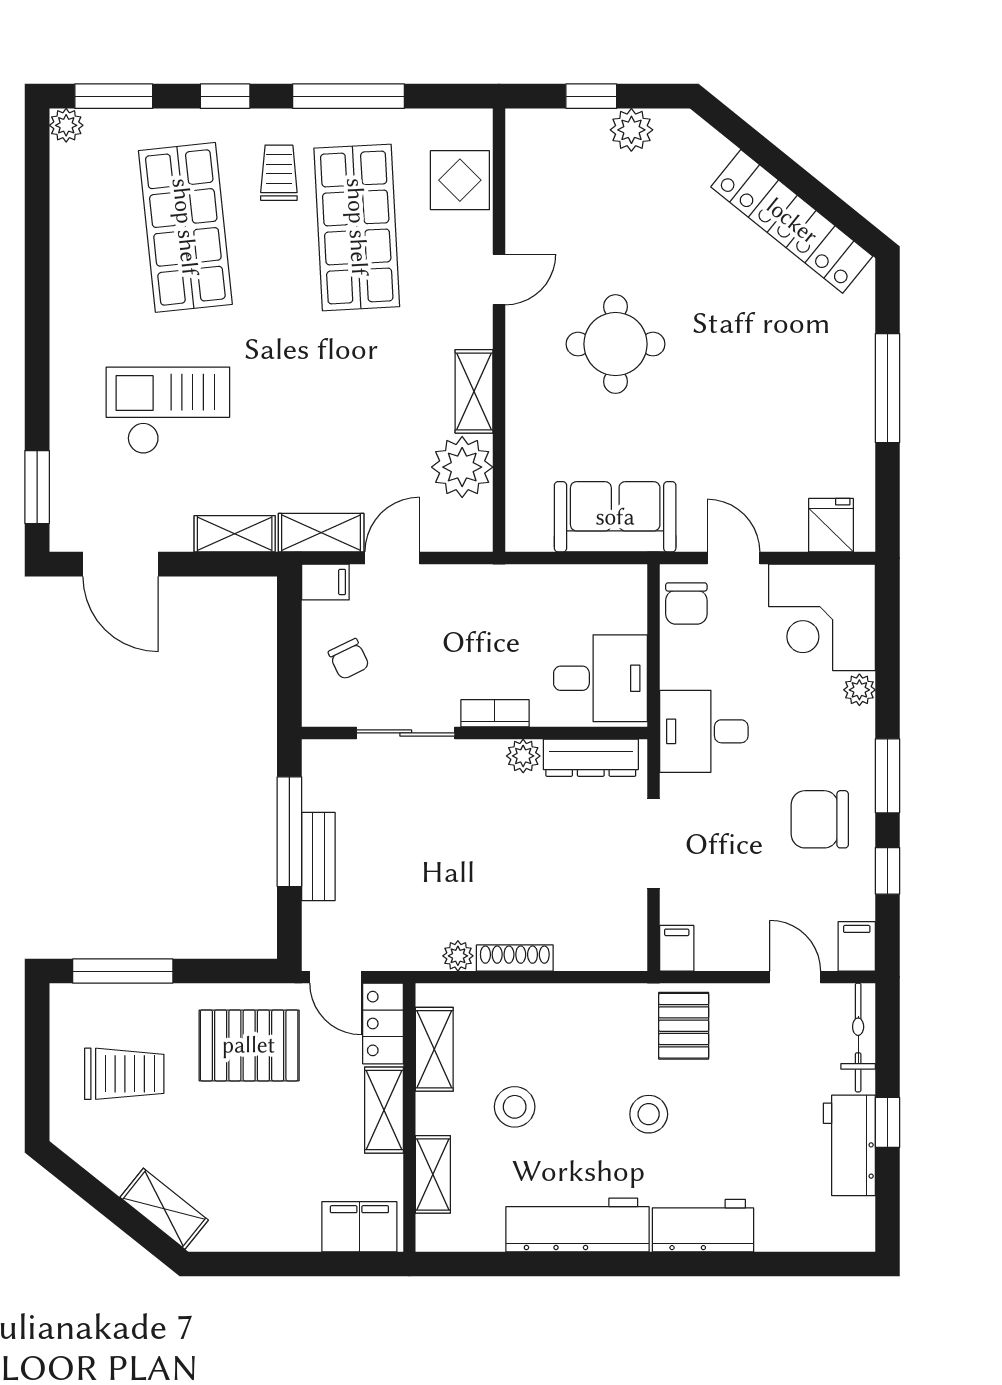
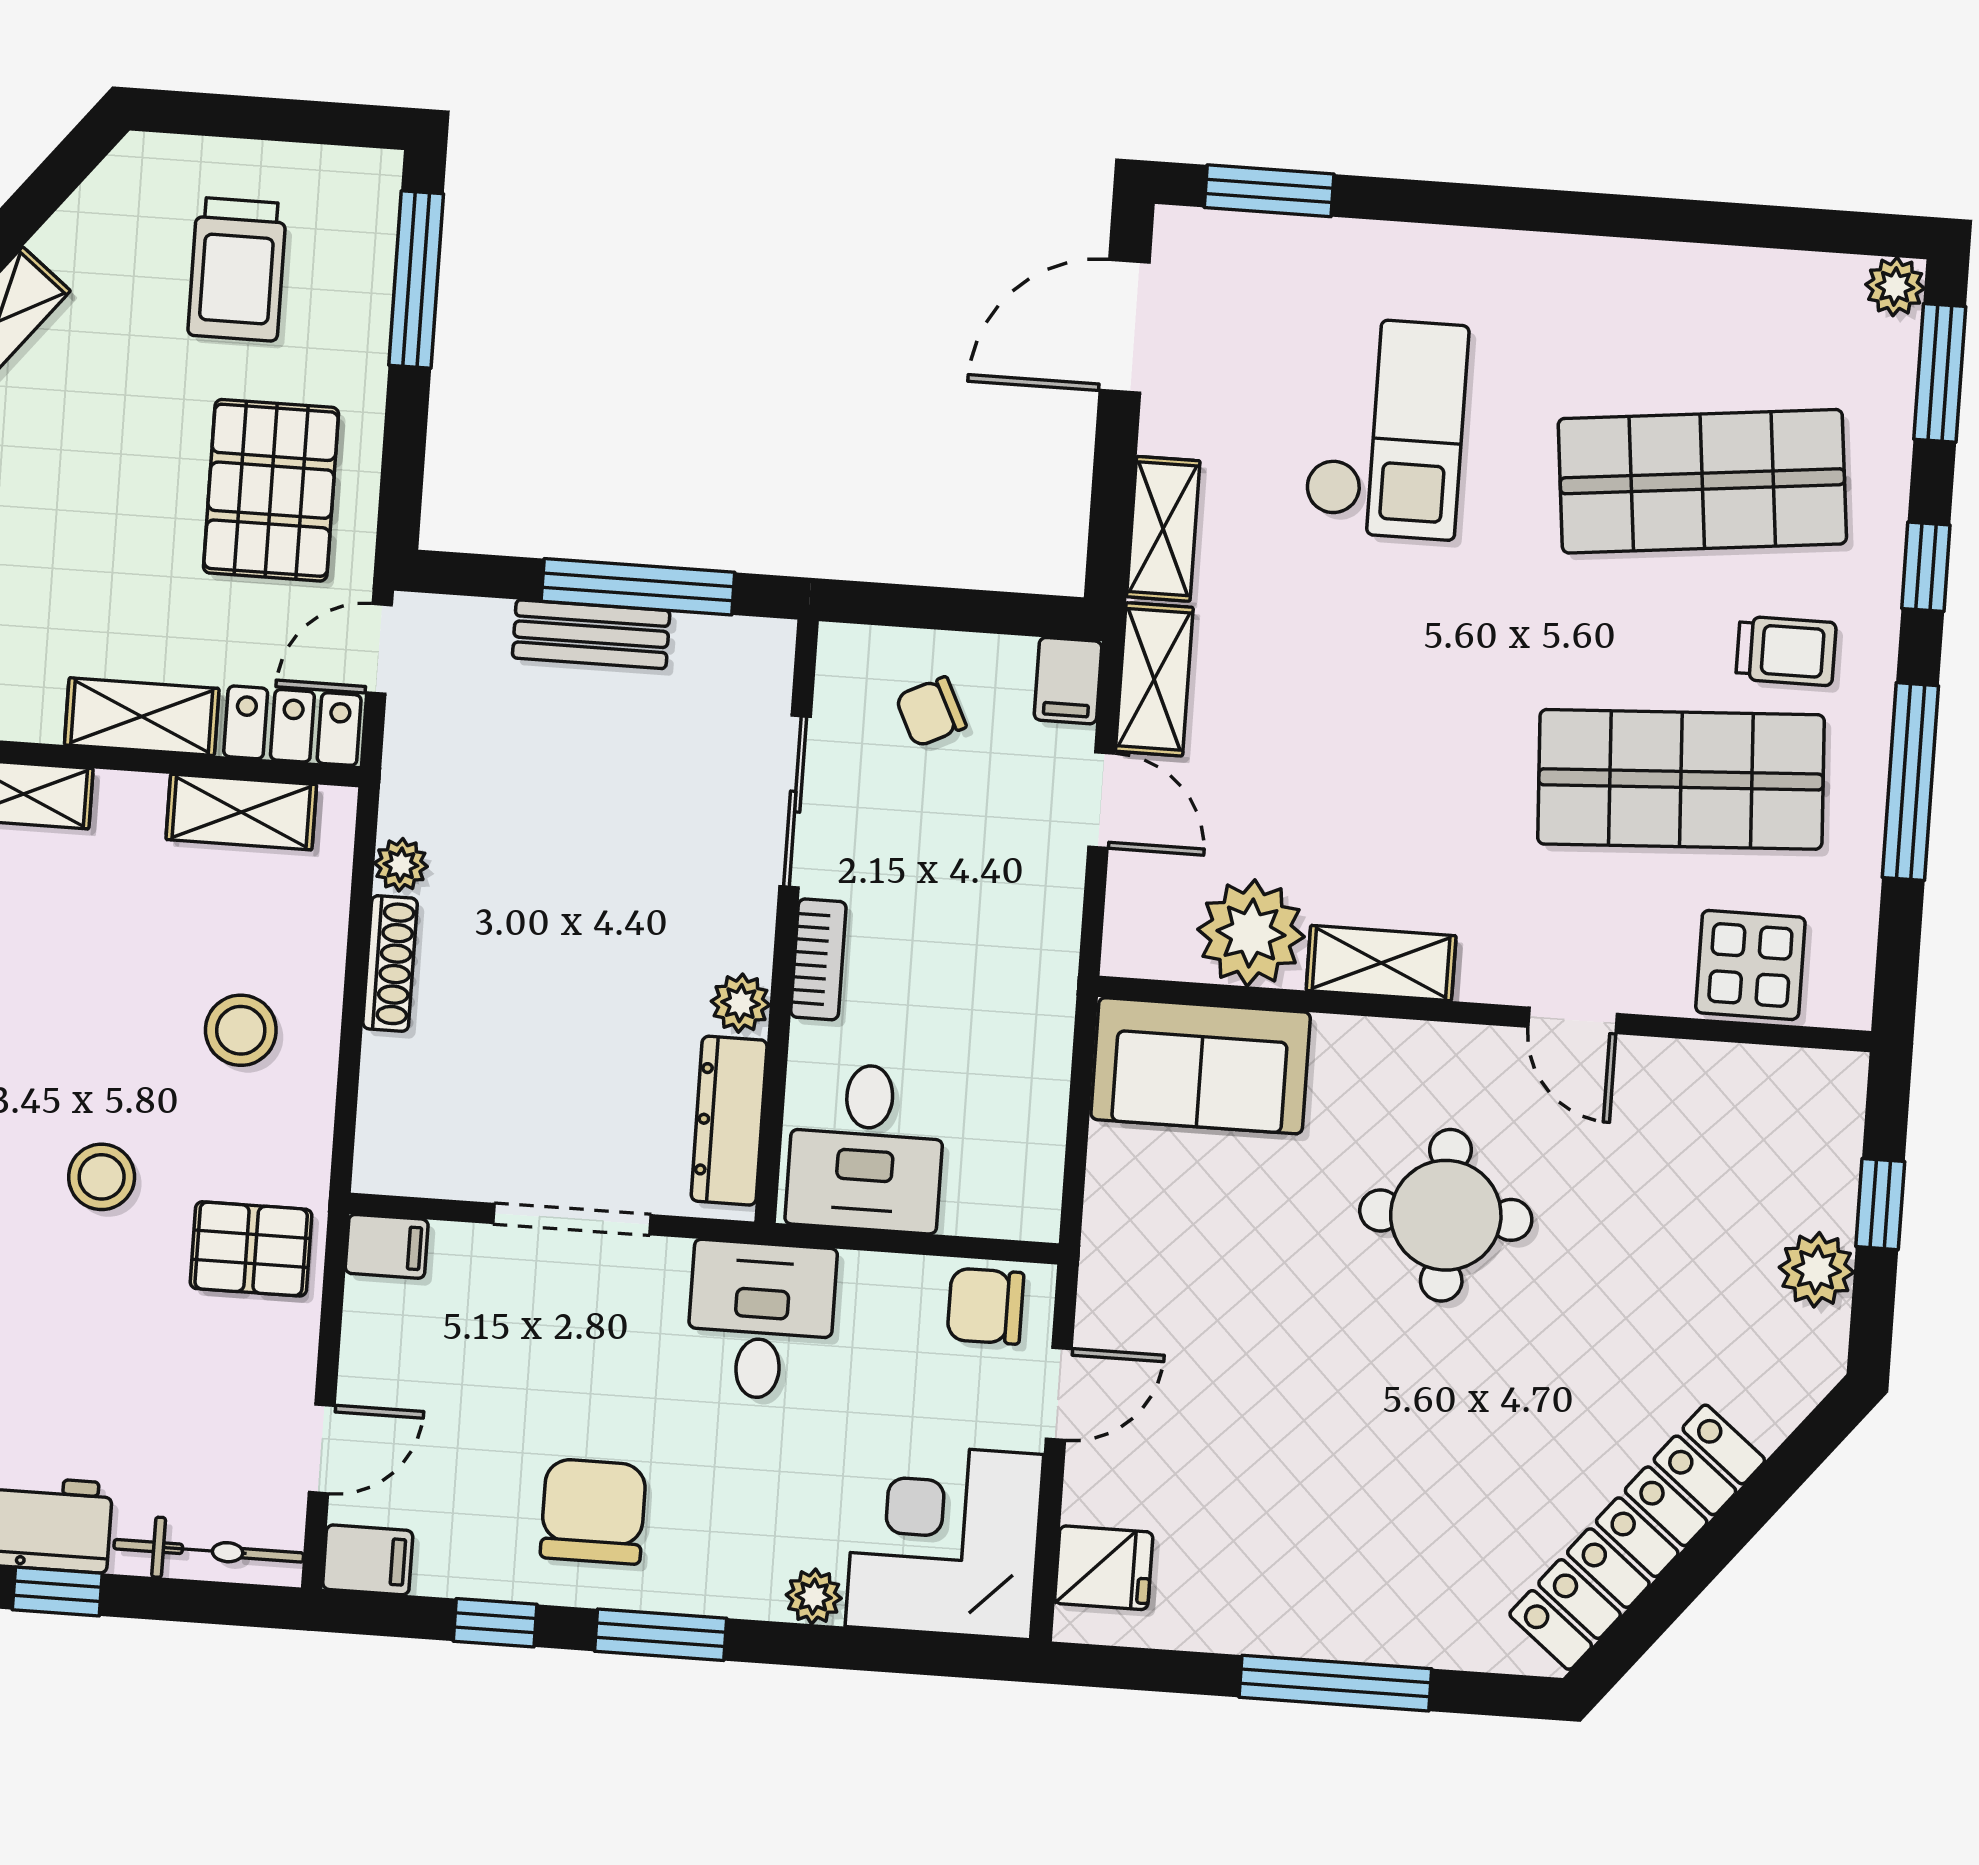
sofa: (615, 517) -> (1201, 1066), moved, turned 90
stool: (515, 1107) -> (241, 1030), moved

